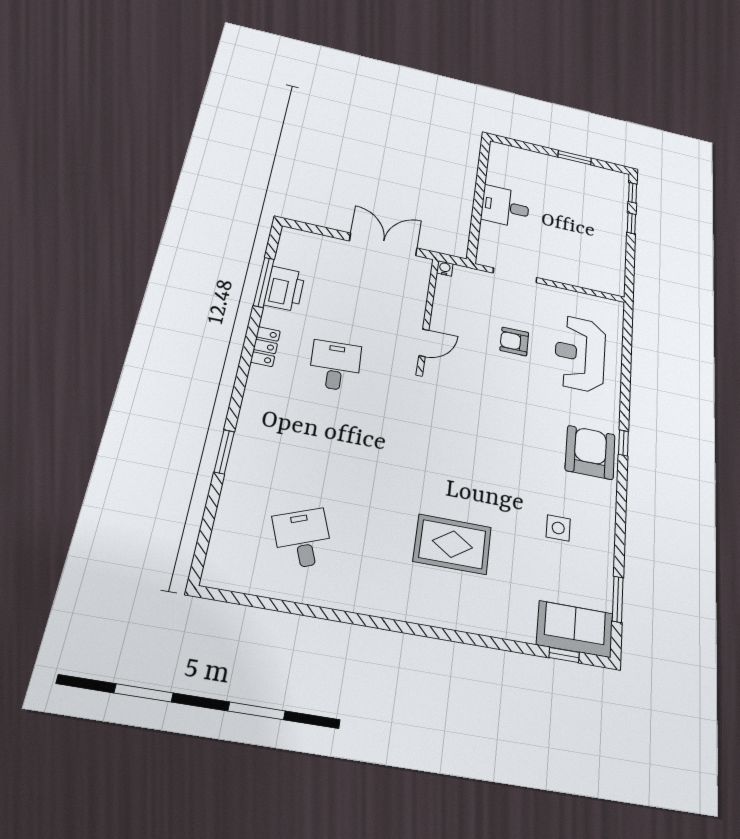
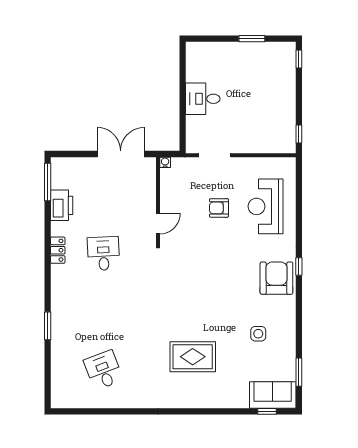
window: (631, 223) -> (299, 134), moved
window: (264, 282) -> (48, 182), moved

